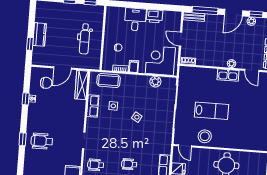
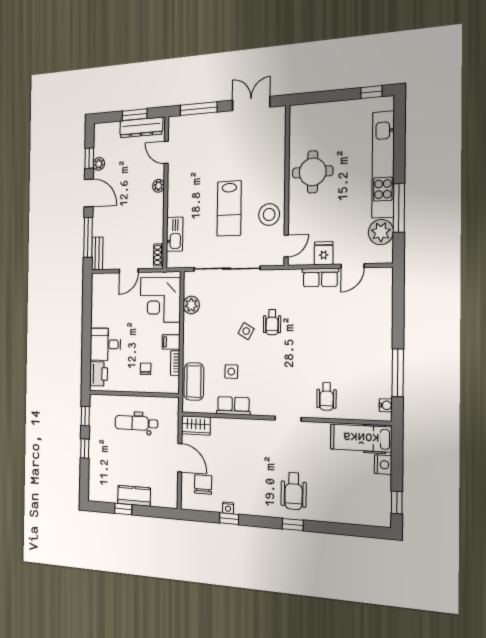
printer: (155, 16) -> (99, 374), moved
dental chair: (85, 39) -> (136, 423), turned 180
window: (30, 44) -> (123, 509), moved
door: (252, 70) -> (166, 152), swing flipped
kitchen sink: (228, 75) -> (175, 234), moved
wardrobe: (81, 85) -> (196, 425), width x0.67
lab bench: (212, 111) -> (229, 208), turned 180
wheelchair: (129, 164) -> (272, 322), moved

